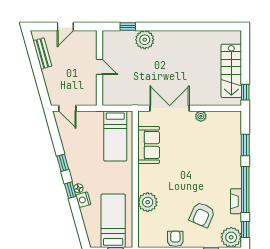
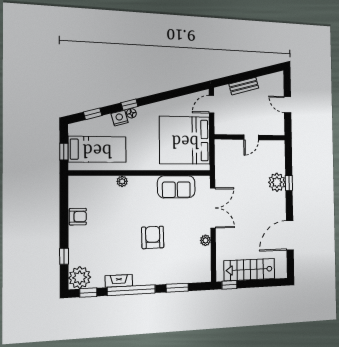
window: (128, 26) -> (289, 183), moved
door: (199, 26) -> (290, 235), added
bench: (42, 53) -> (244, 86), moved
bed: (115, 136) -> (185, 140), width x2.04
window: (63, 163) -> (93, 114), moved
plant: (148, 202) -> (122, 181), width x0.53, depth x0.53
armchair: (202, 215) -> (153, 237), moved, turned 65

